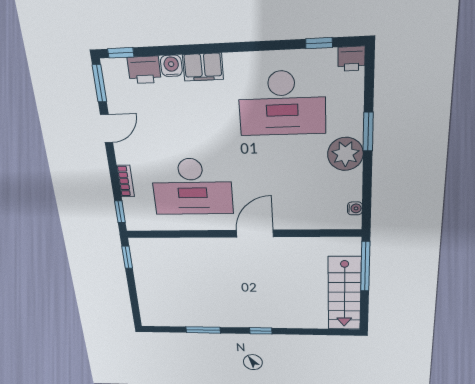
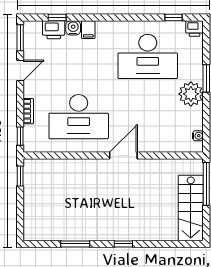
window: (121, 53) -> (57, 18), moved
filing cabinet: (203, 67) -> (88, 30), width x0.50

